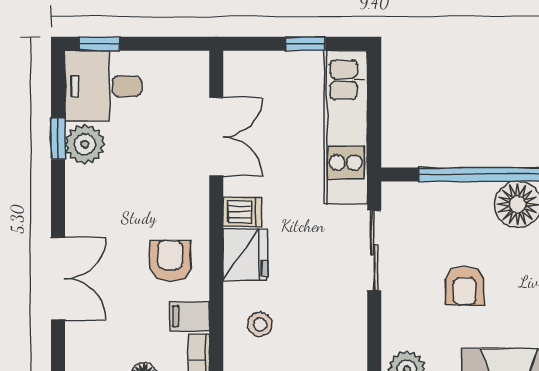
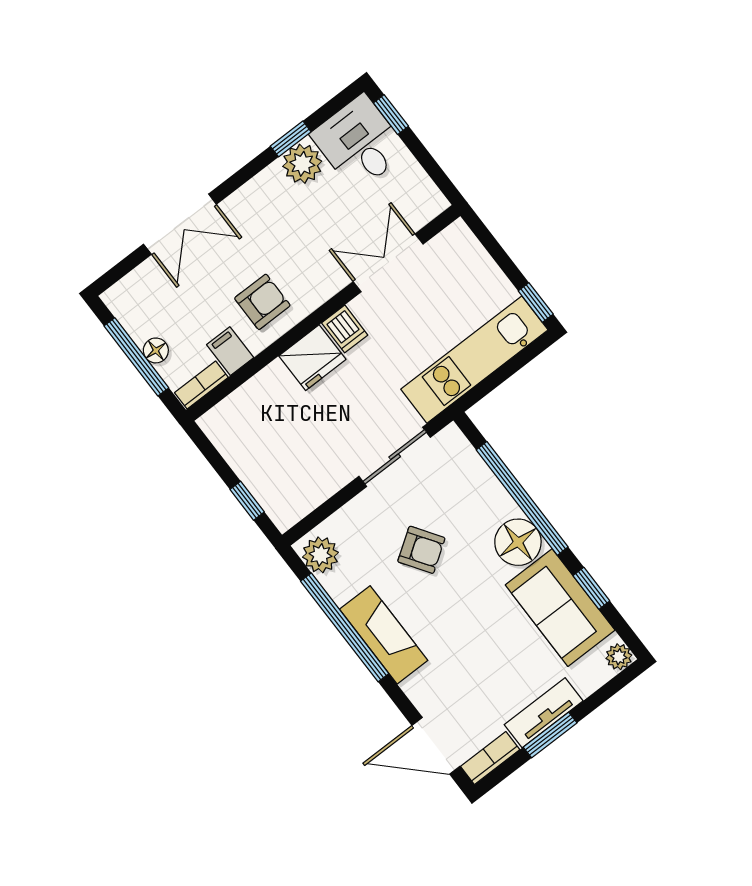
window: (305, 44) -> (536, 303), moved
double door: (216, 137) -> (388, 263), swing flipped
armchair: (465, 286) -> (421, 550), turned -124
stool: (260, 324) -> (267, 412), removed

